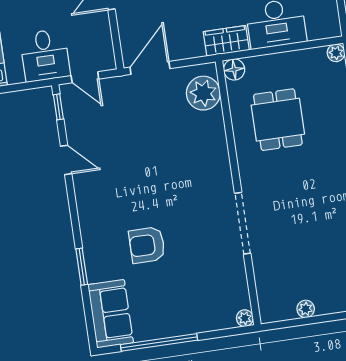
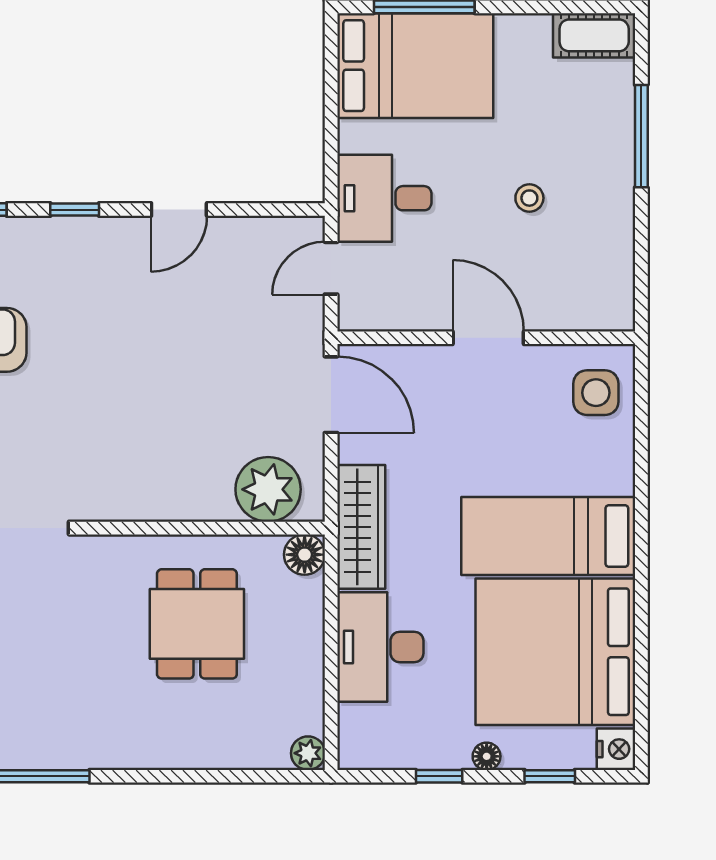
wardrobe: (226, 41) -> (361, 527), width x1.50
window: (58, 107) -> (75, 210), moved
dining table: (278, 120) -> (197, 624), turned 90

